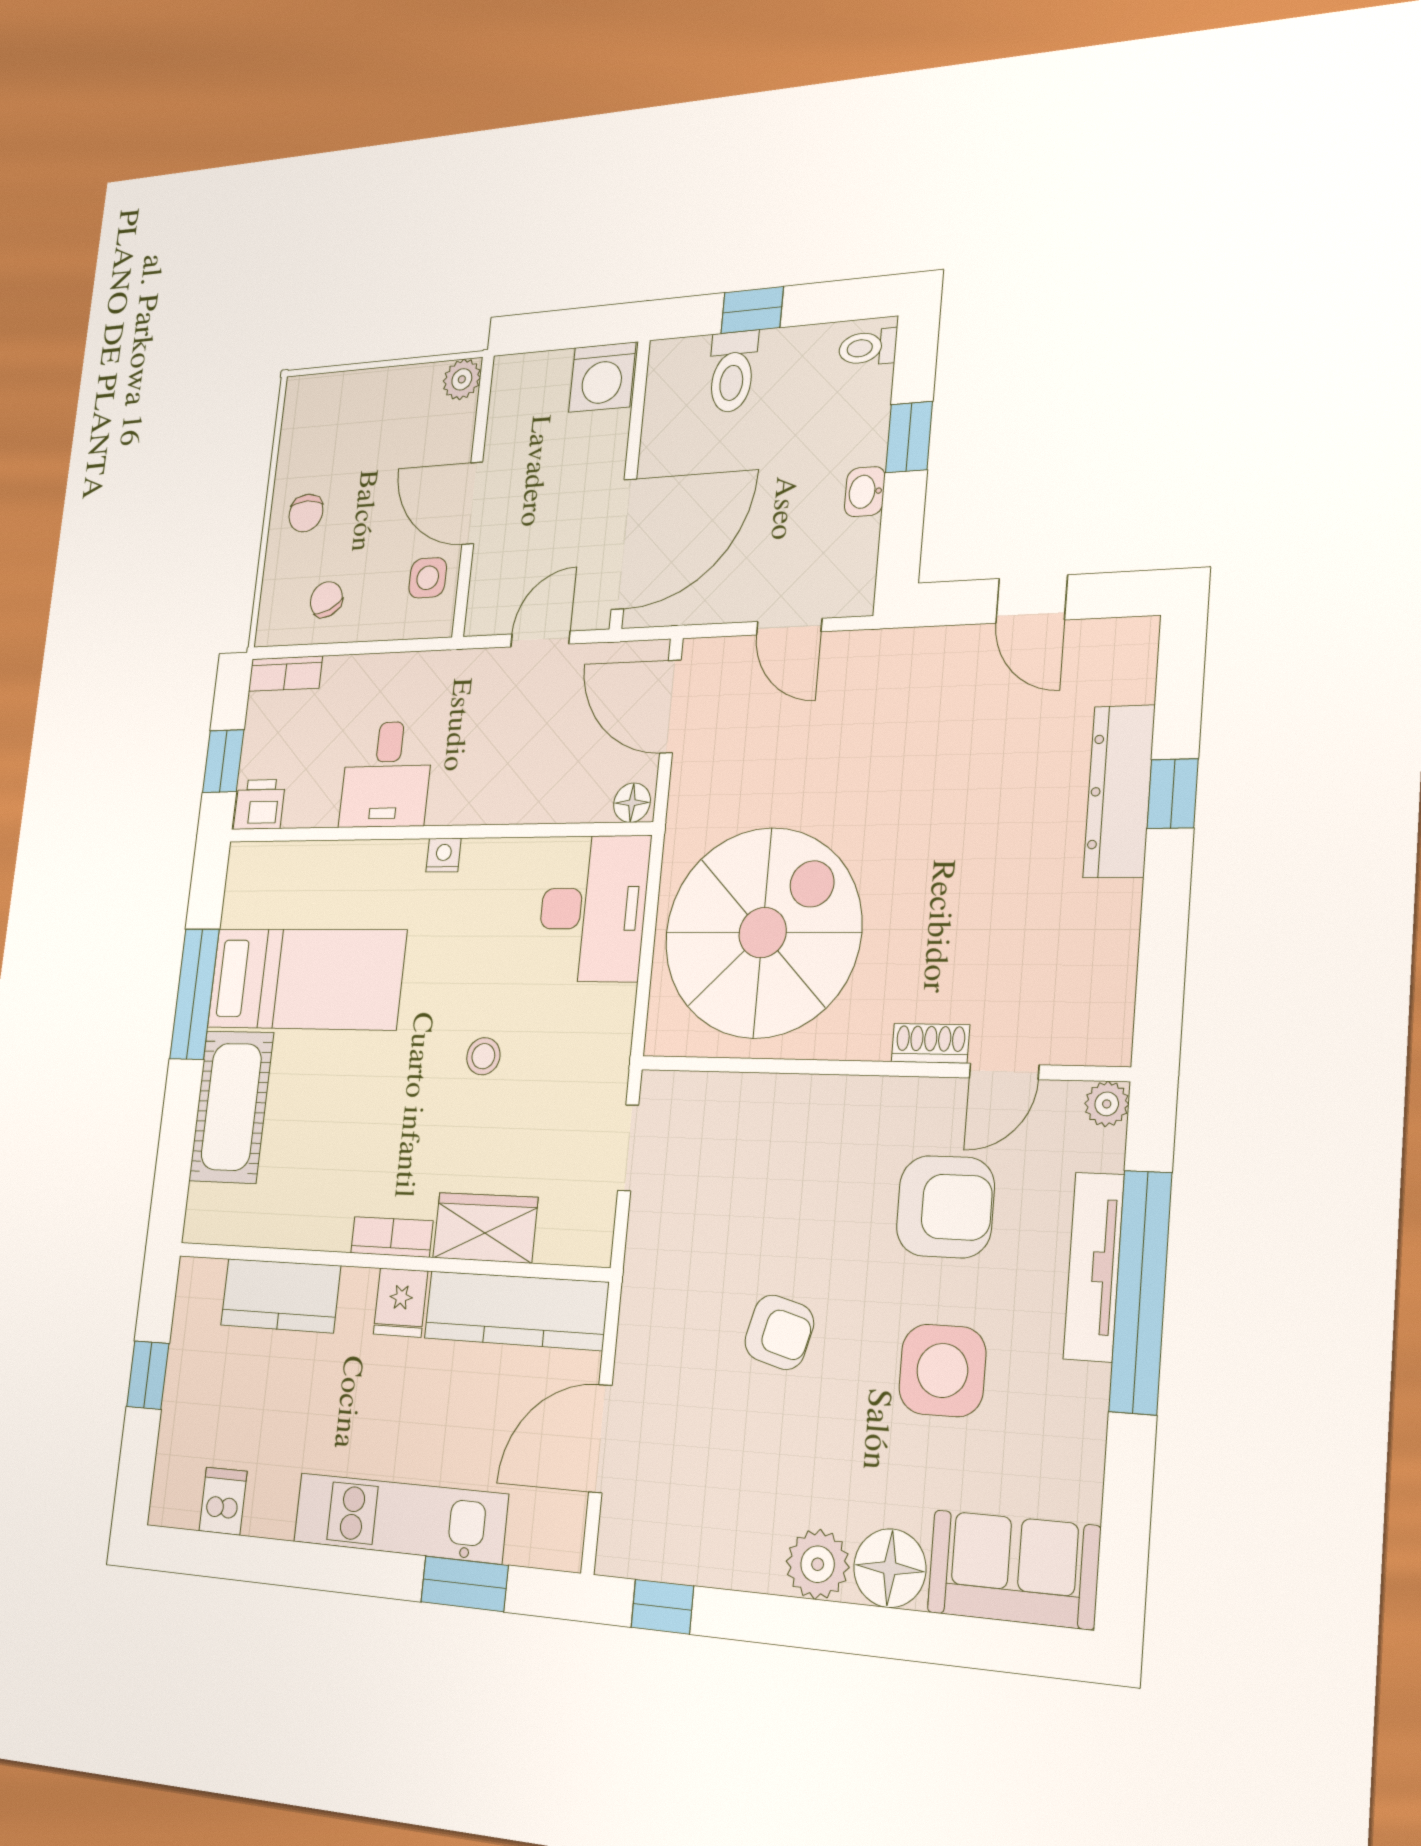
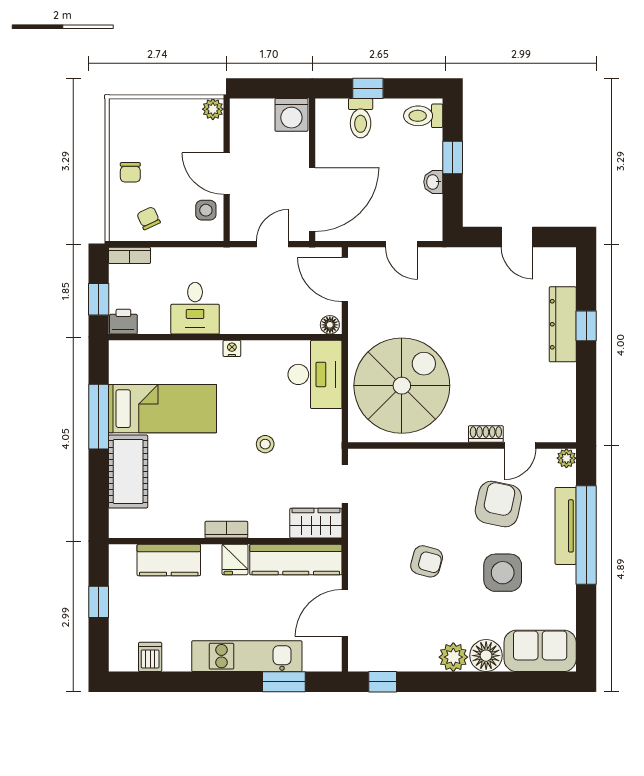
toilet: (868, 348) -> (423, 116), width x1.37, depth x1.39
armchair: (945, 1207) -> (498, 504), turned -78
wardrobe: (485, 1228) -> (316, 523), moved

